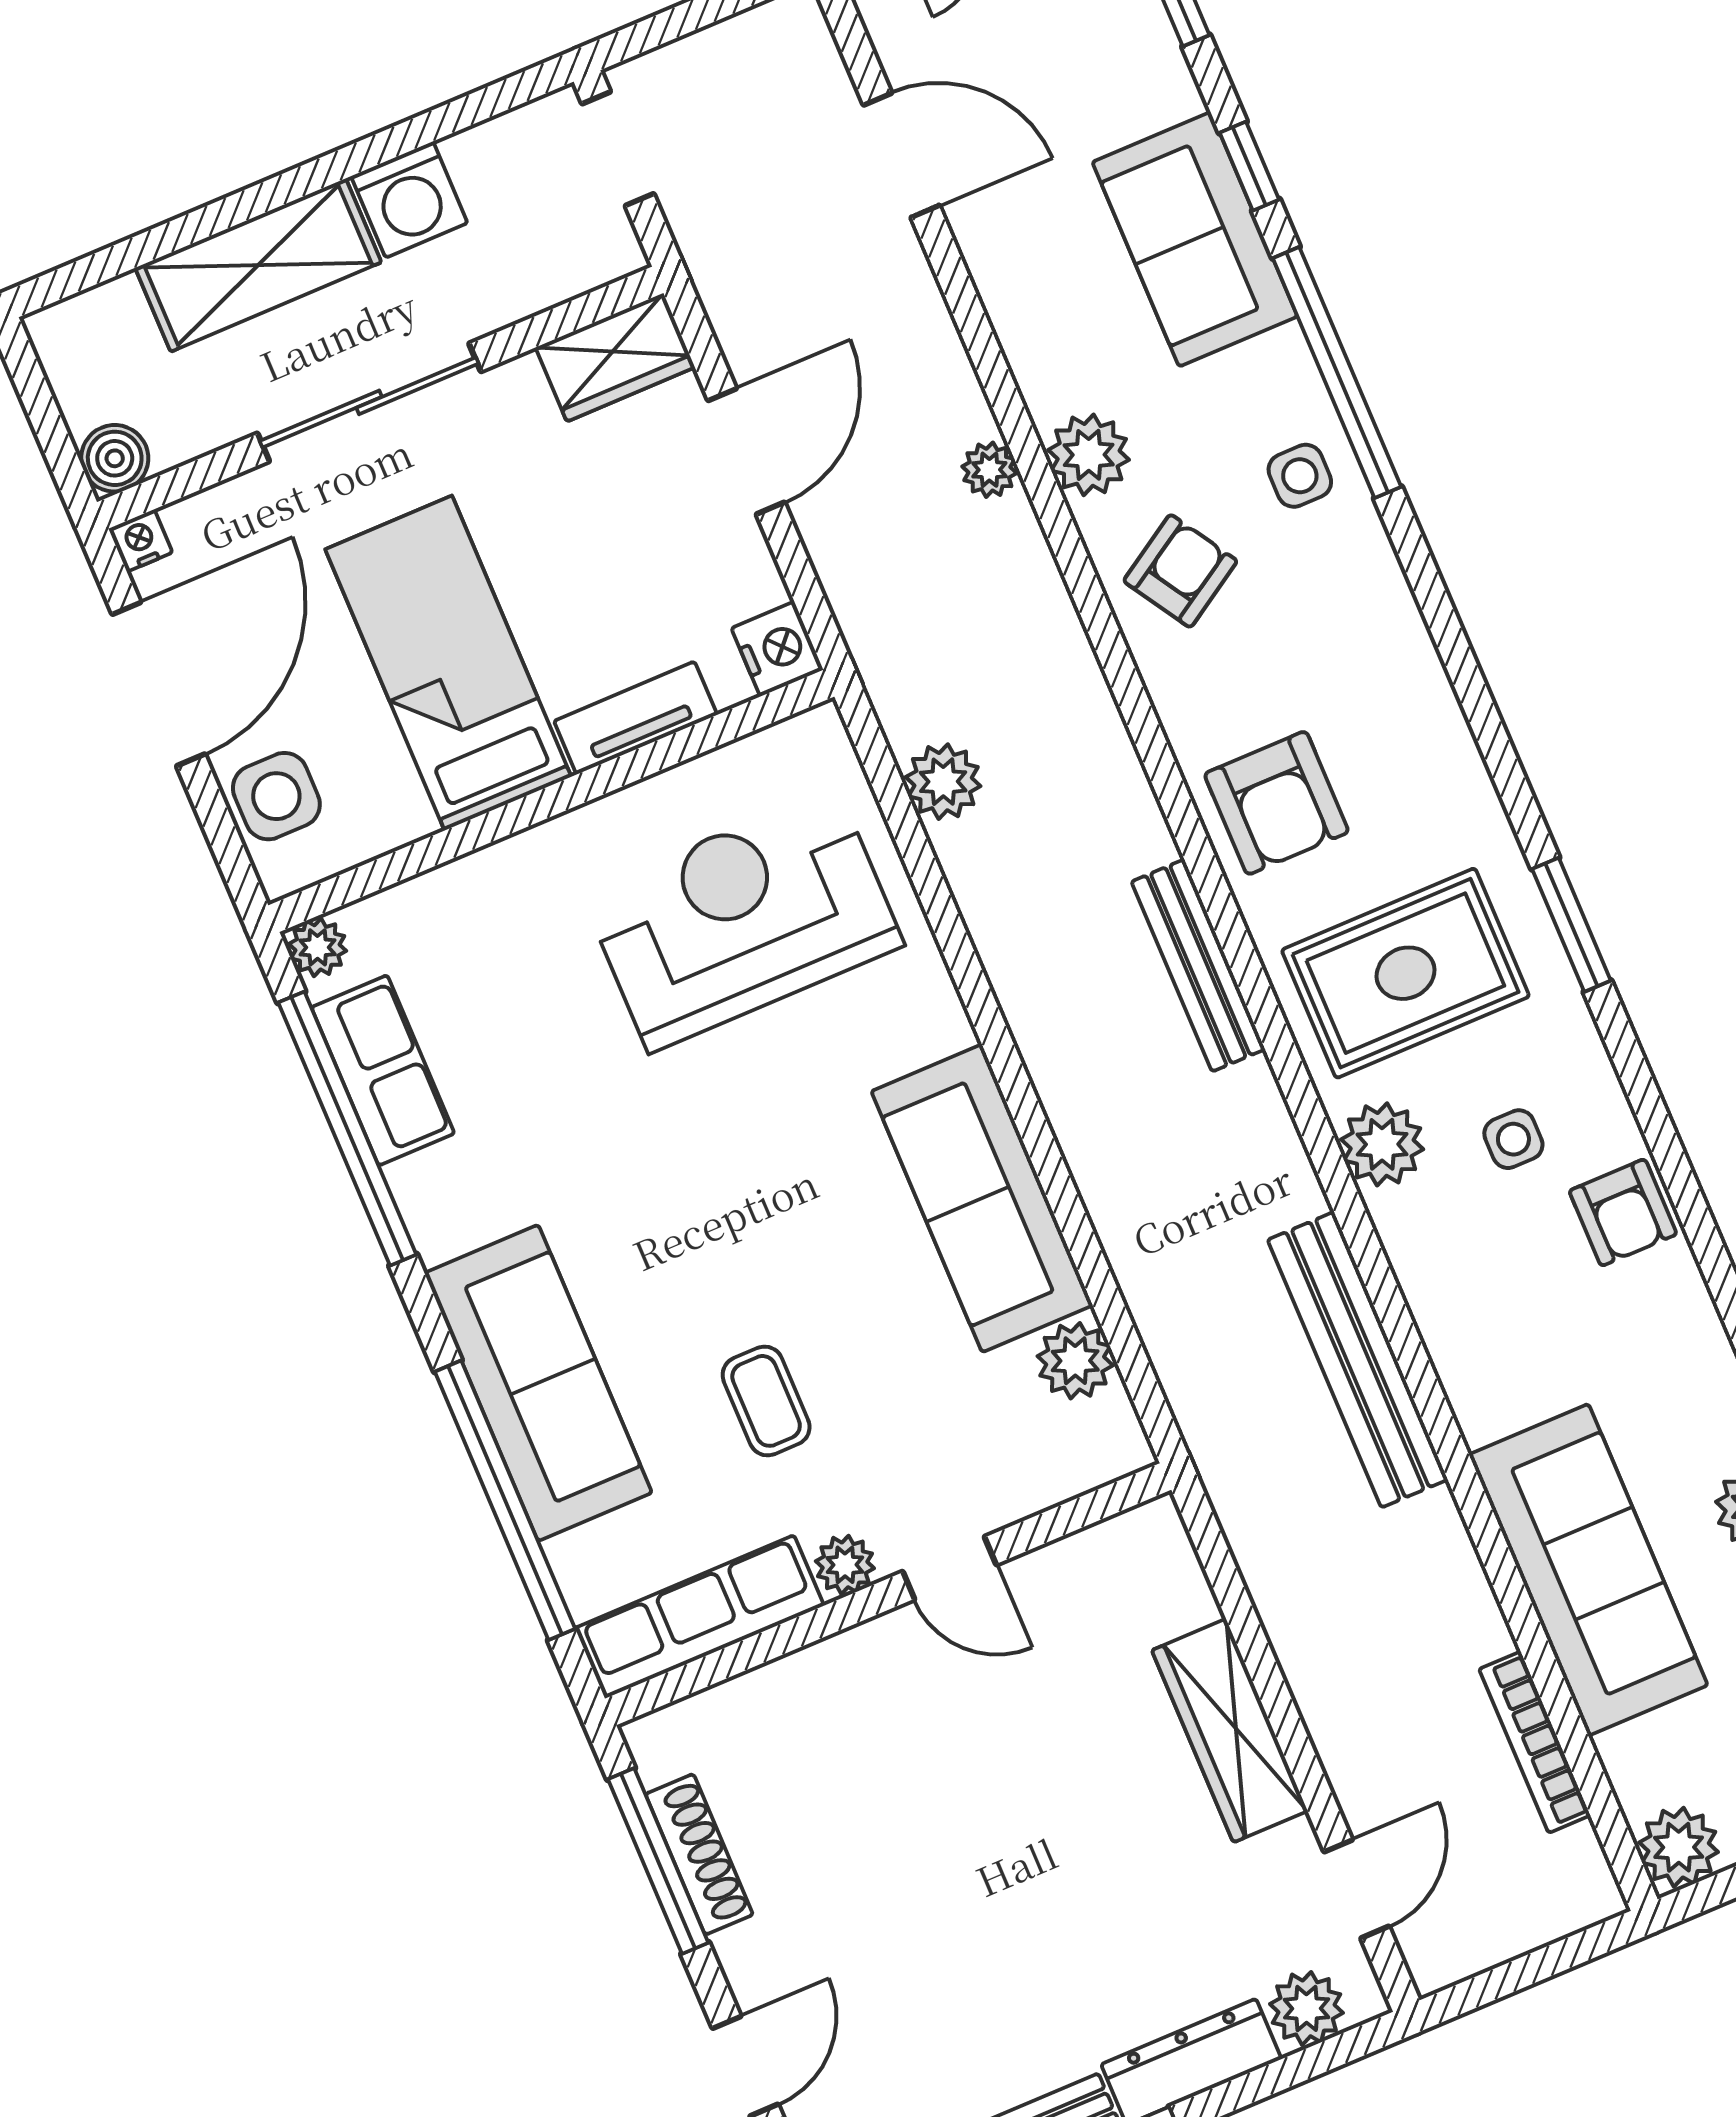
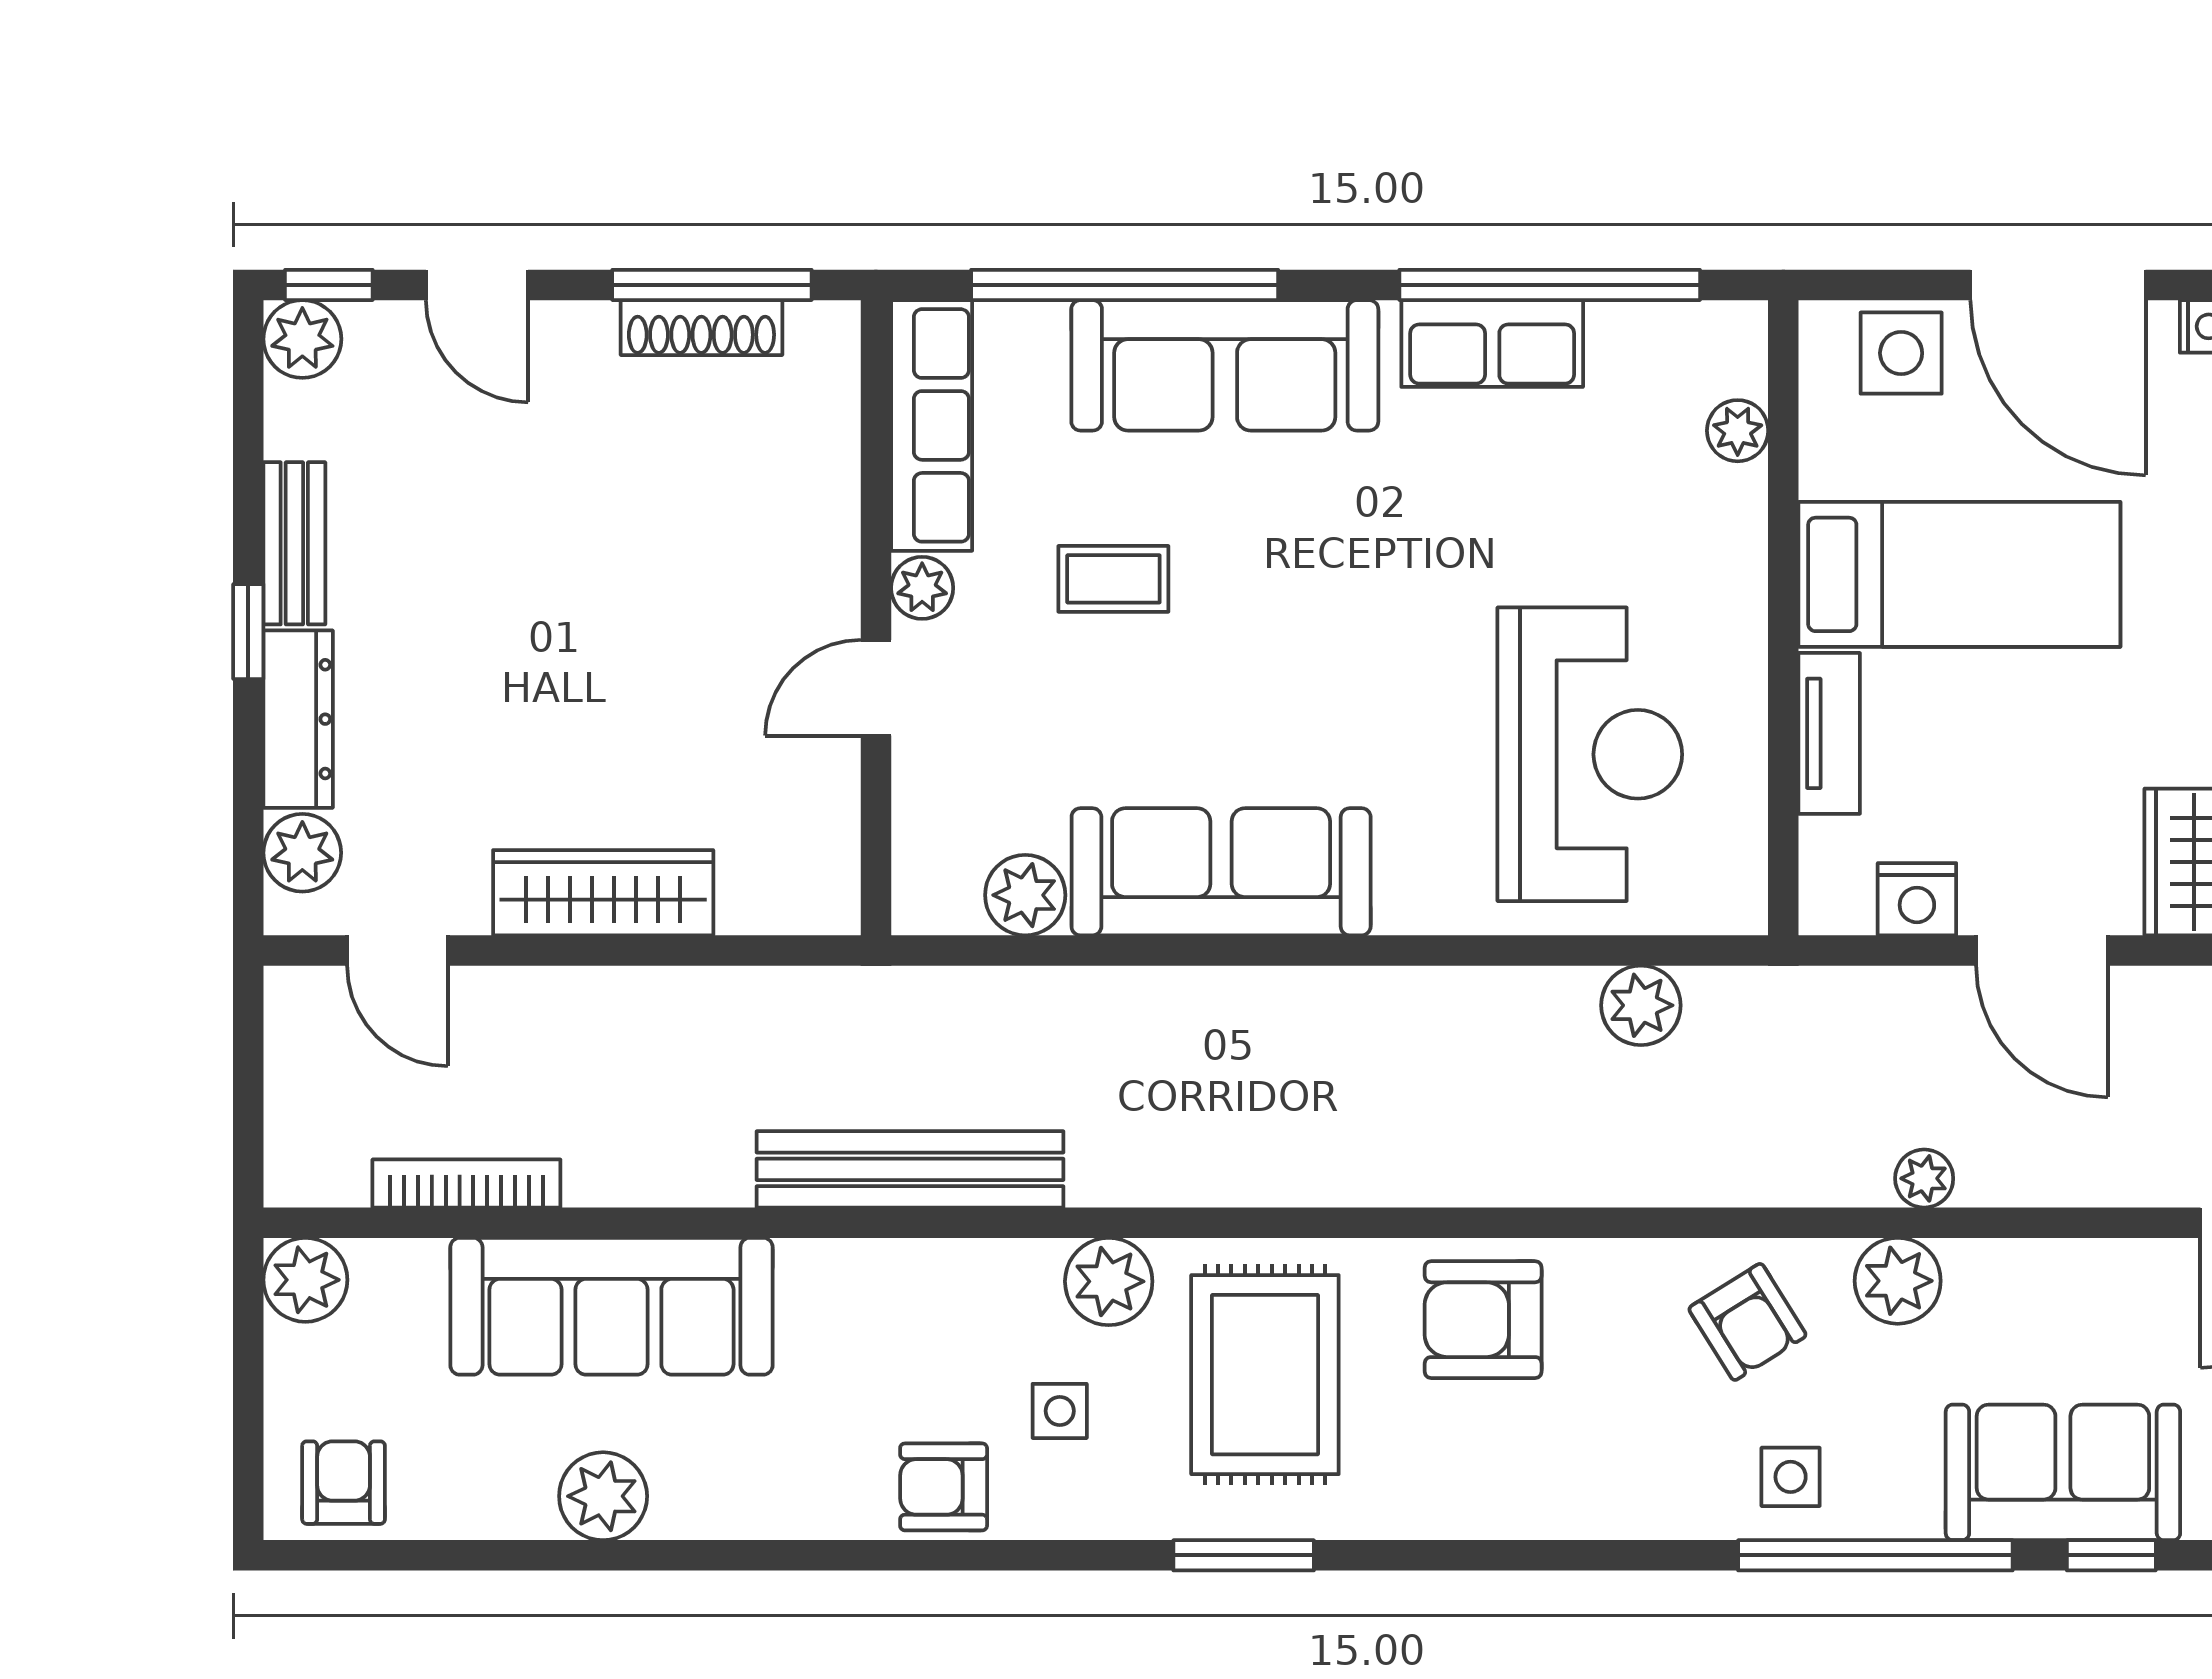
nightstand: (777, 649) -> (1917, 899), moved
plant: (318, 947) -> (1738, 431), moved
bench: (1198, 965) -> (1358, 1177), removed
row of seats: (383, 1070) -> (1492, 344), moved

